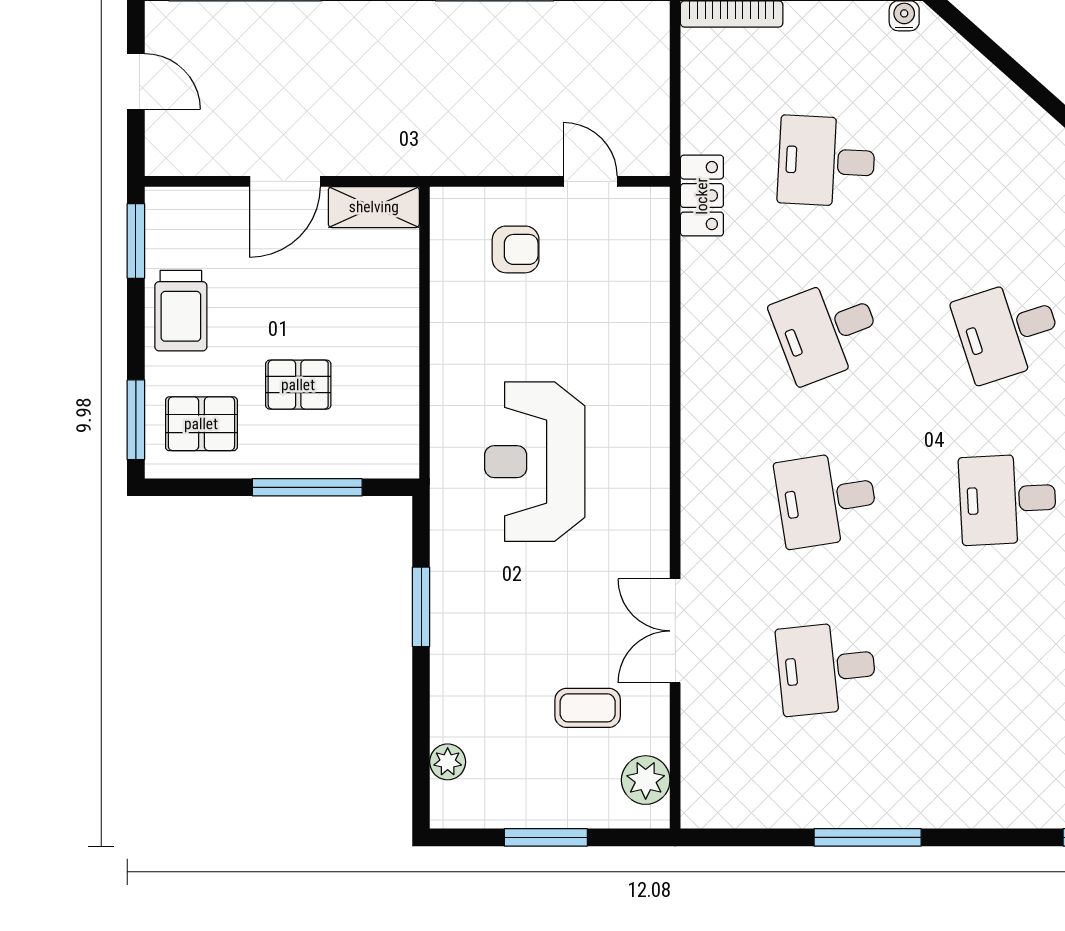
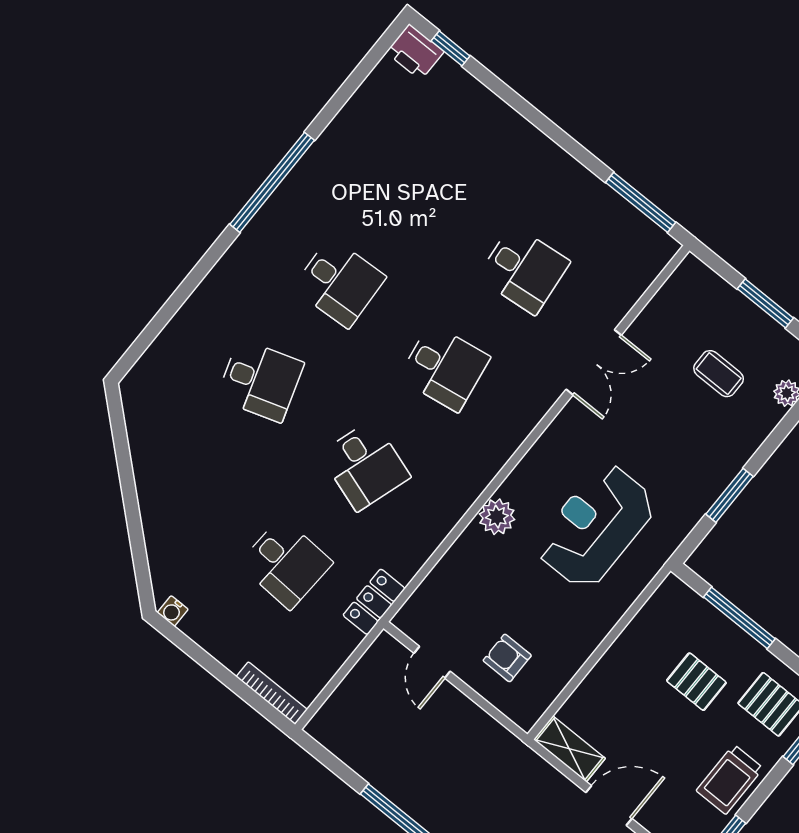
trolley: (181, 311) -> (730, 779), turned 180
desk: (827, 330) -> (365, 465), turned 39
reception desk: (535, 462) -> (596, 526), turned 180
coffee table: (588, 708) -> (719, 374), moved
plant: (646, 780) -> (497, 517), moved
window: (868, 837) -> (641, 202), moved

